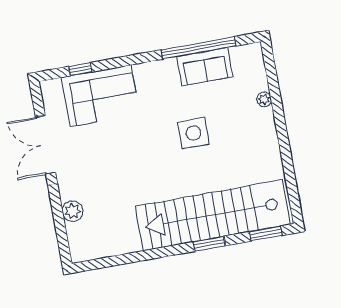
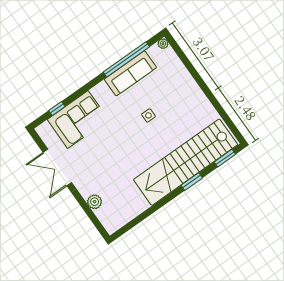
sofa: (205, 67) -> (130, 73), width x1.36
plant: (264, 99) -> (163, 44), moved
side table: (193, 133) -> (148, 115), width x0.54, depth x0.54

